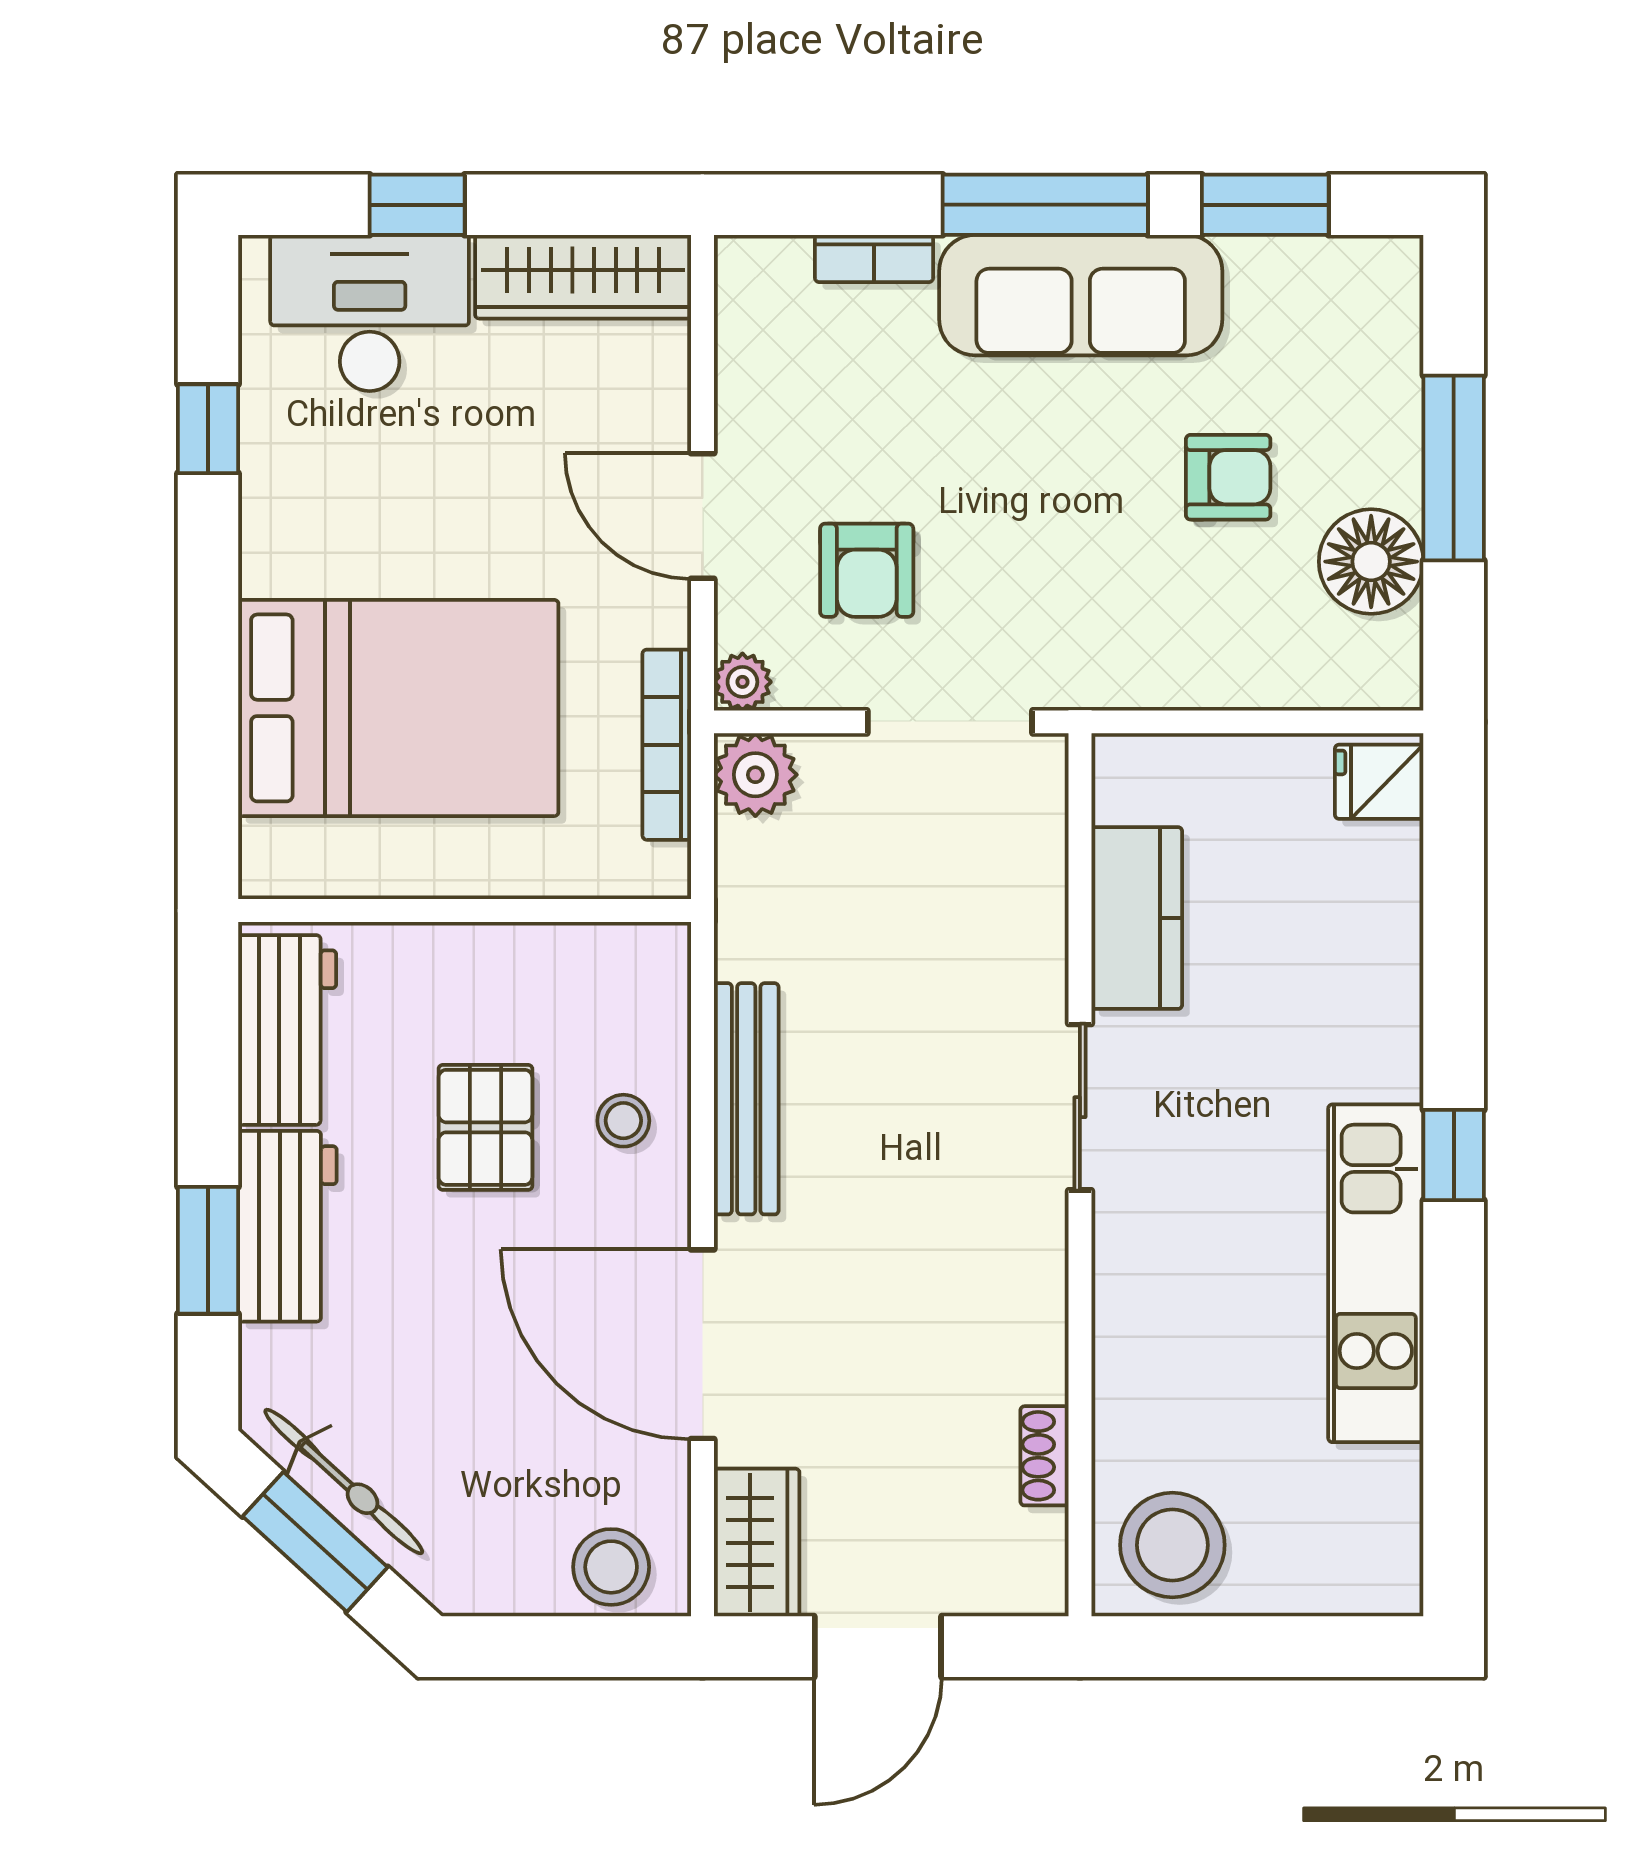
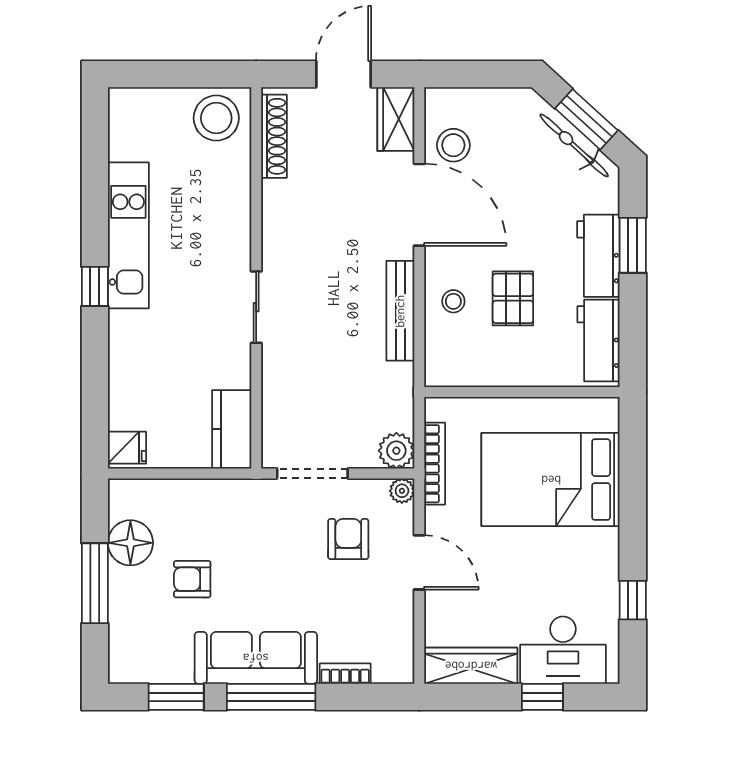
kitchen counter: (1137, 918) -> (232, 429), moved
shoe rack: (1044, 1456) -> (274, 136), width x1.94, depth x1.24
stool: (611, 1567) -> (453, 145), moved

